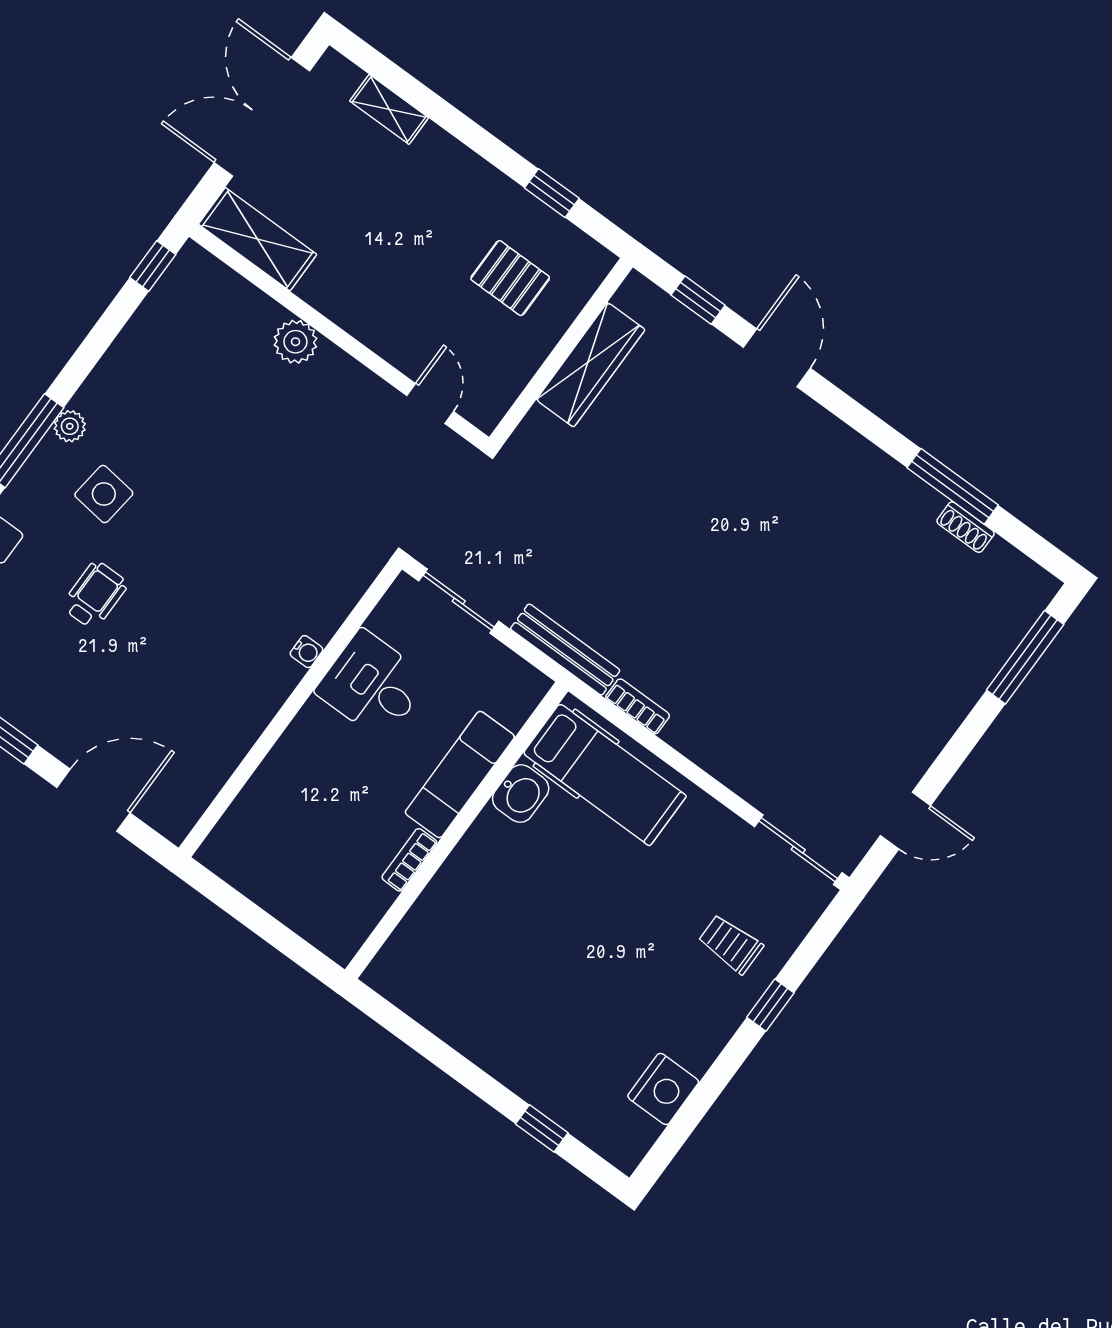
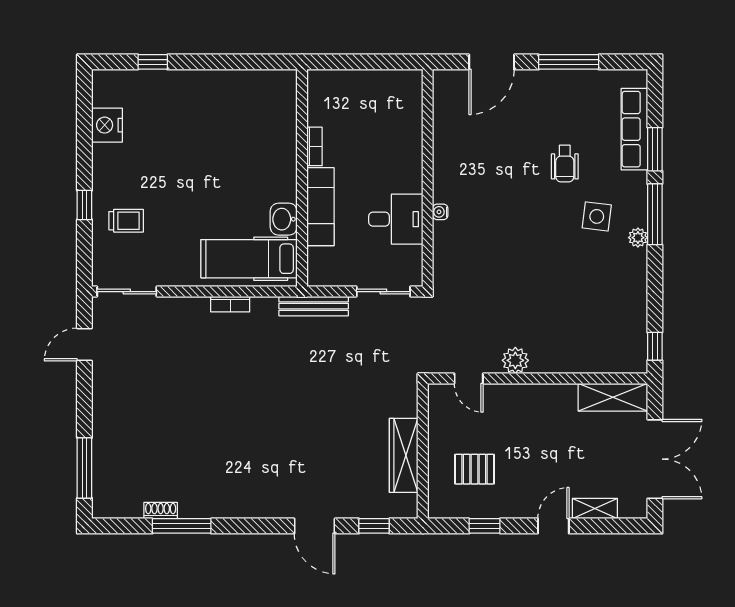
door: (461, 127) -> (553, 526), added
plant: (295, 342) -> (515, 360), moved
bookcase: (638, 706) -> (230, 304), moved

